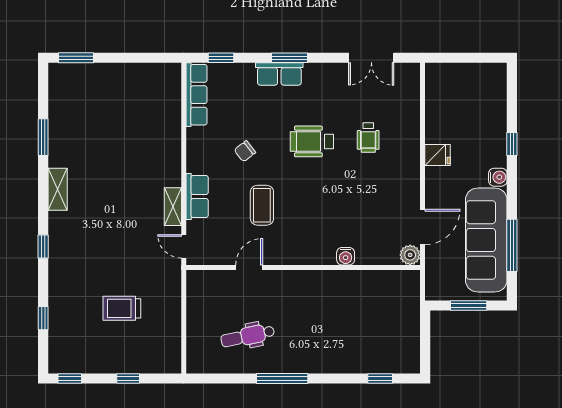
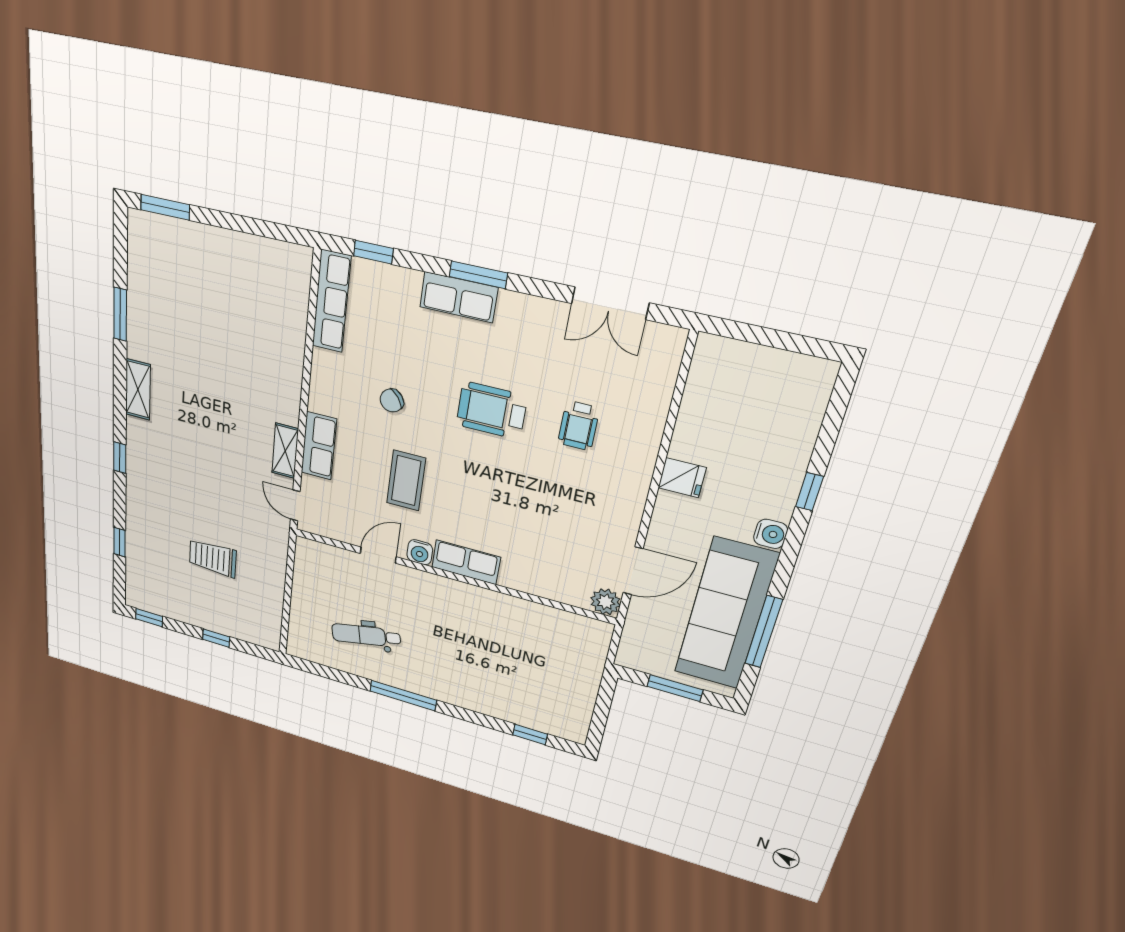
row of seats: (312, 254) -> (466, 562), added
water cooler: (346, 256) -> (420, 552), moved

